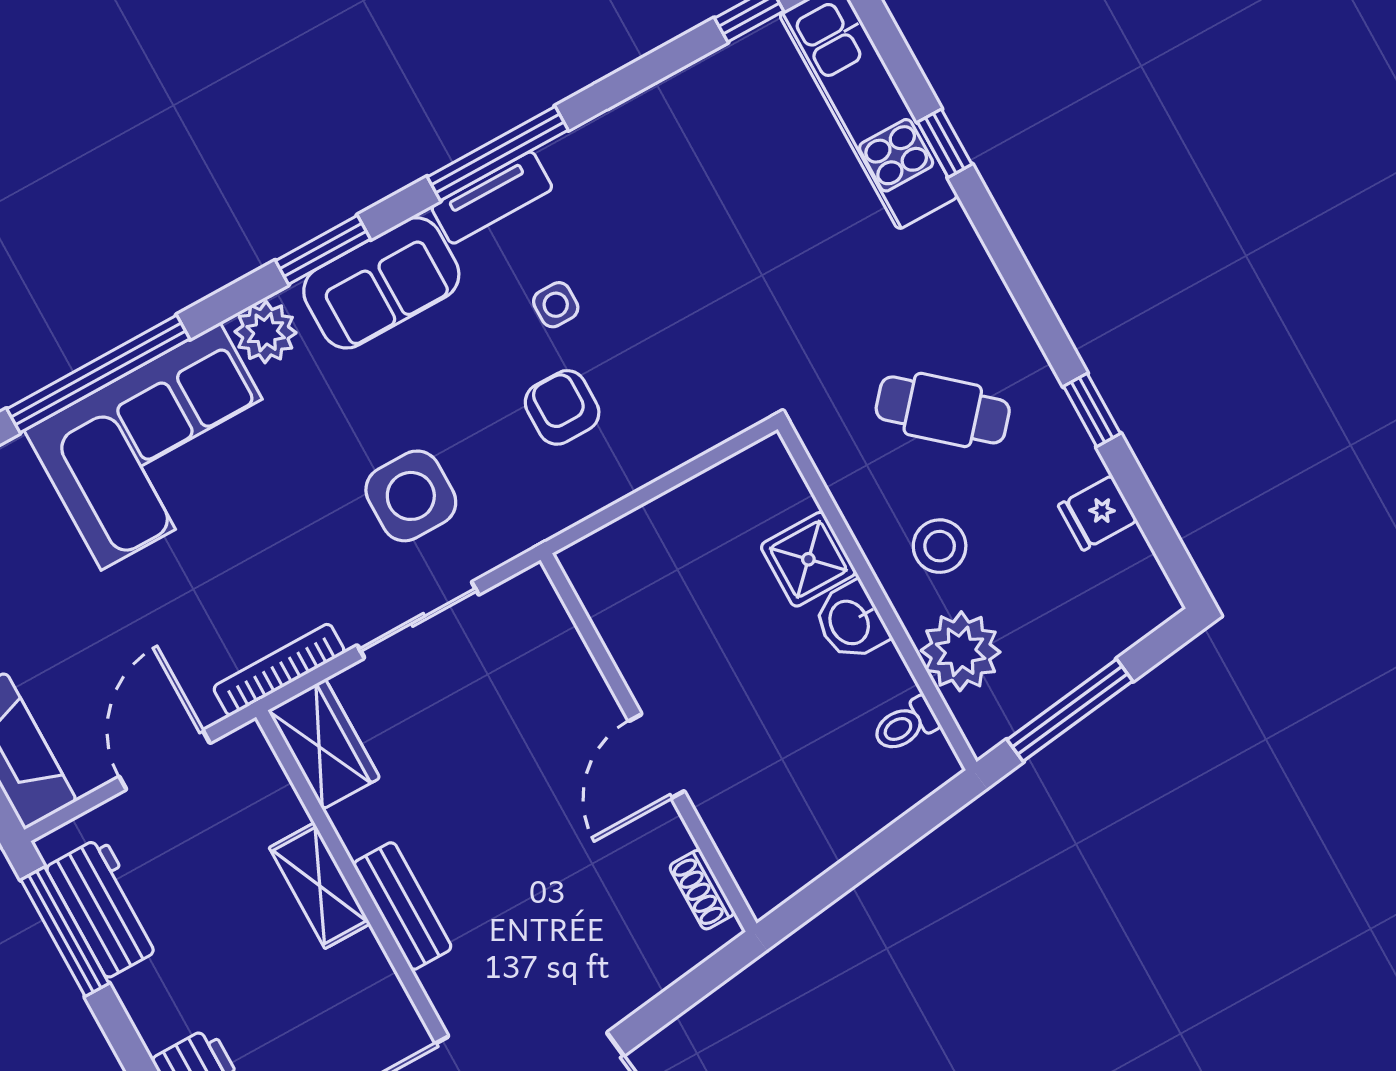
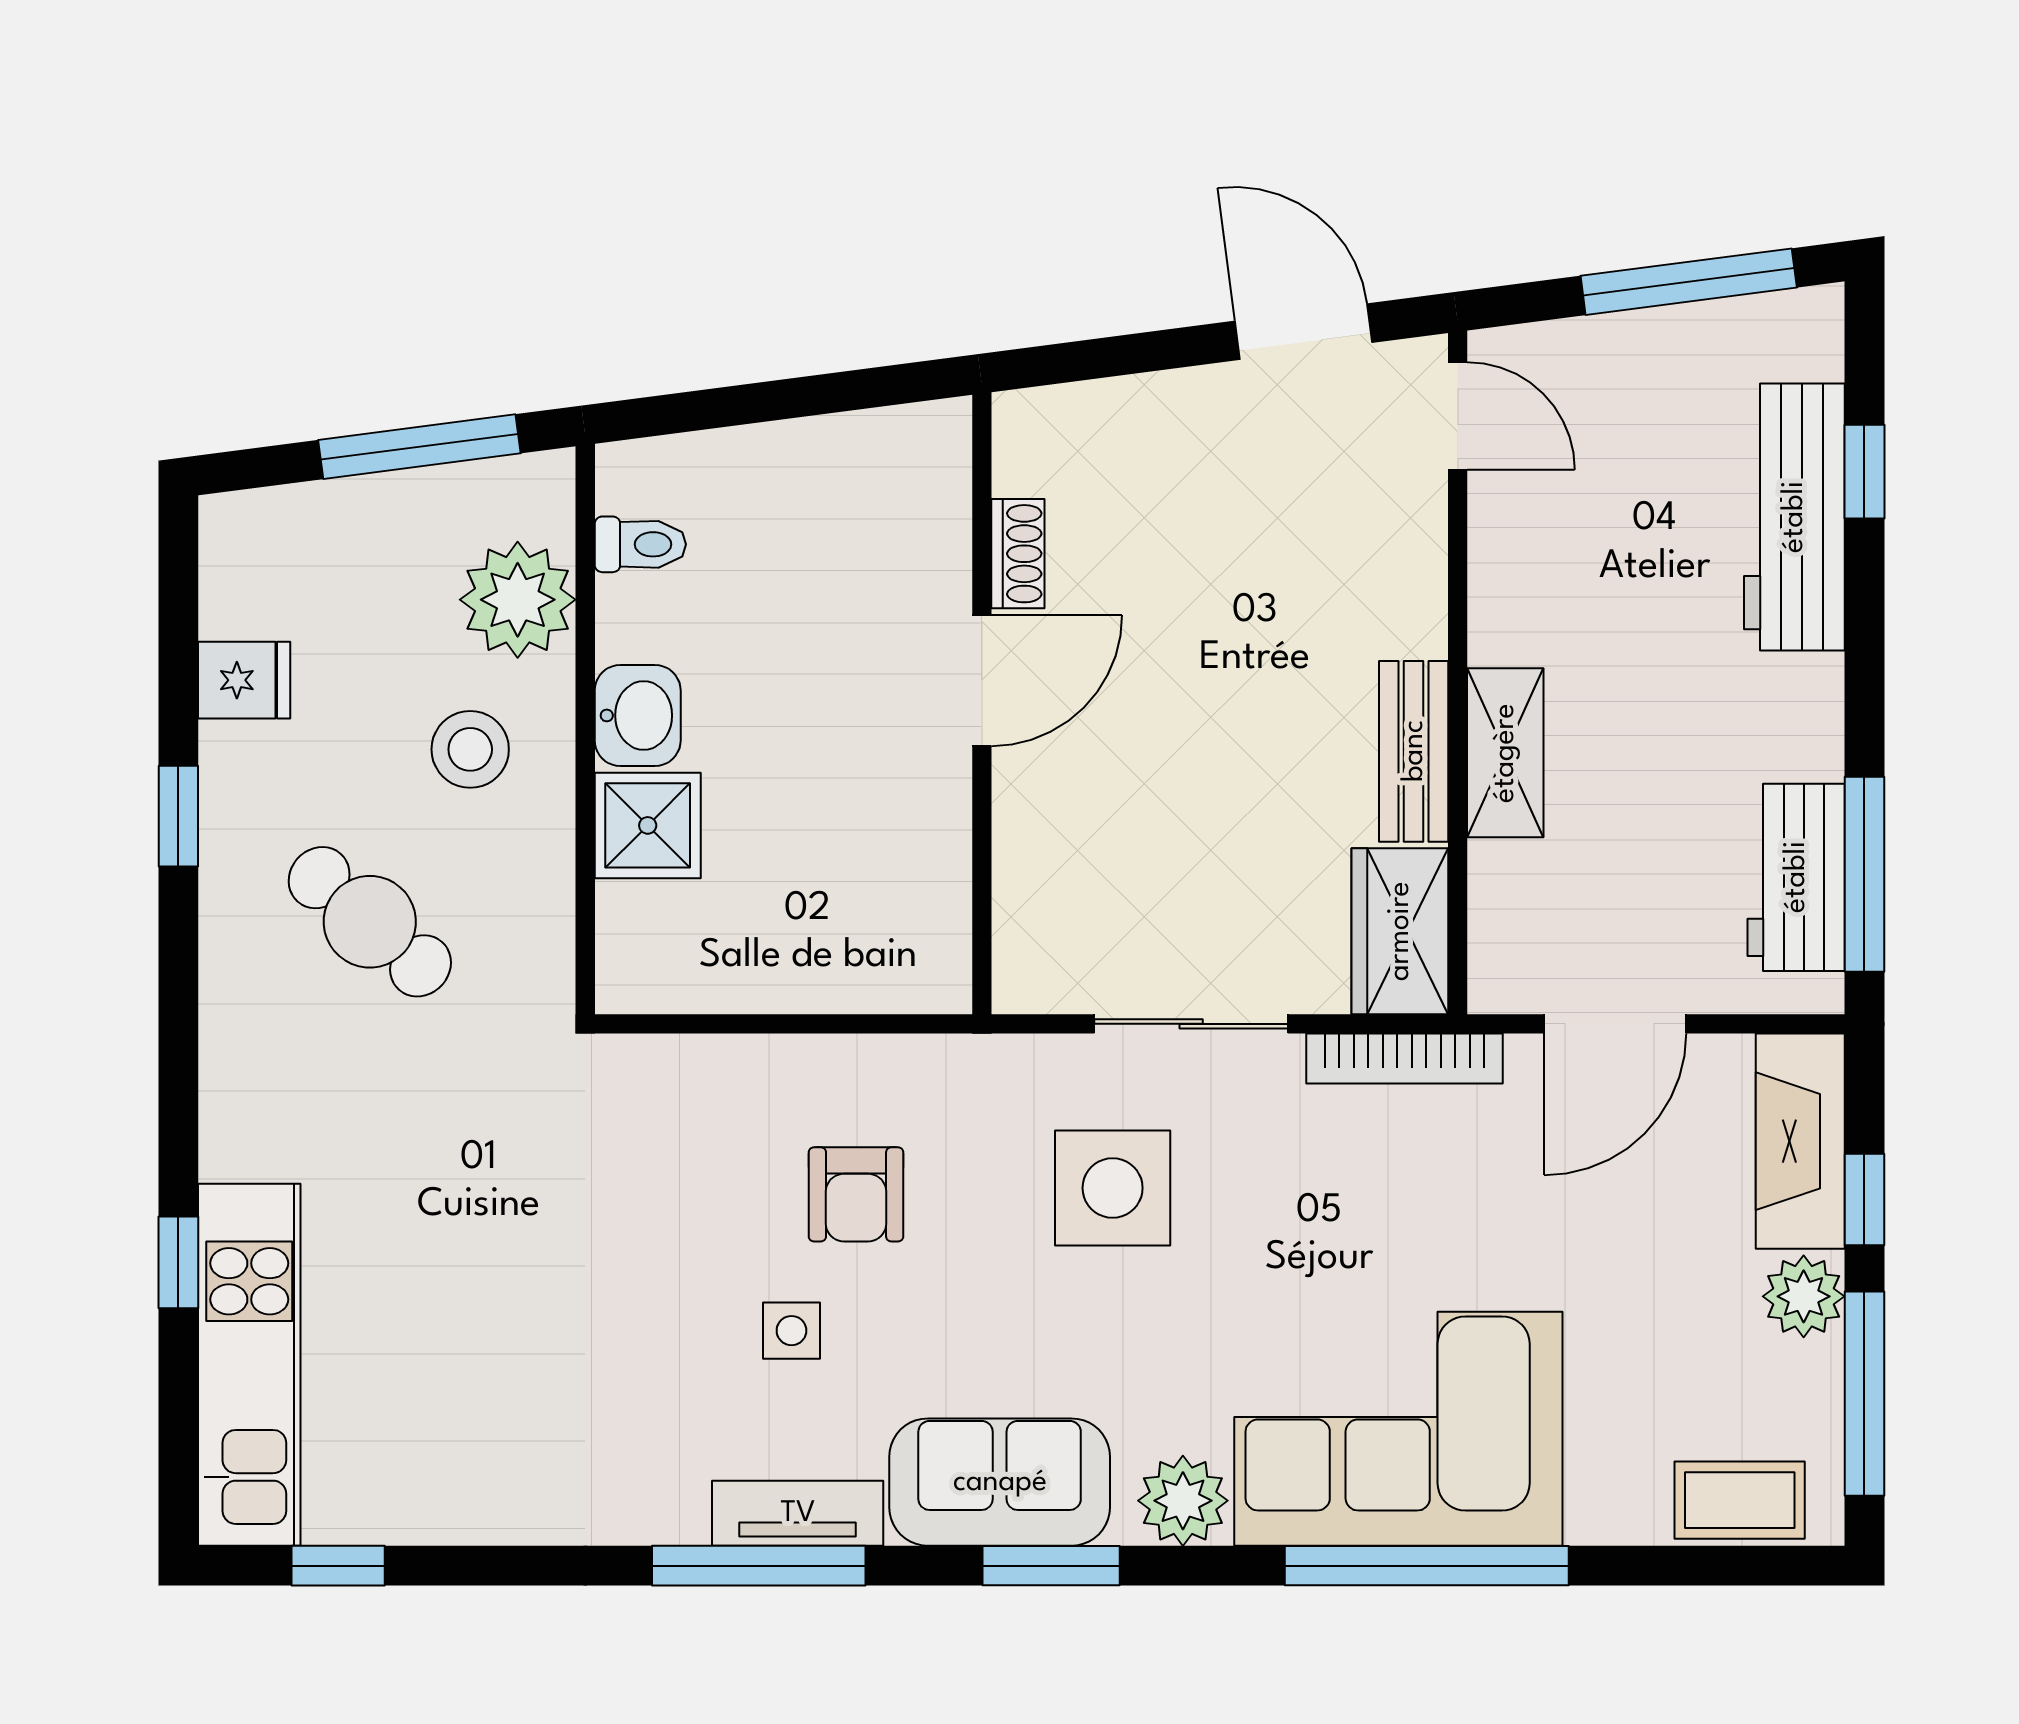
shoe rack: (702, 890) -> (1018, 554), moved
bench: (402, 906) -> (1414, 751), moved

